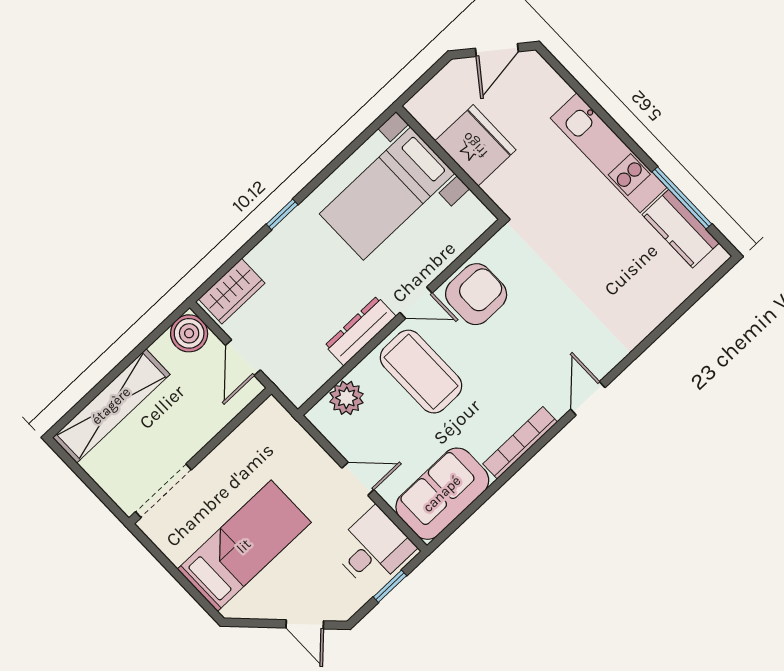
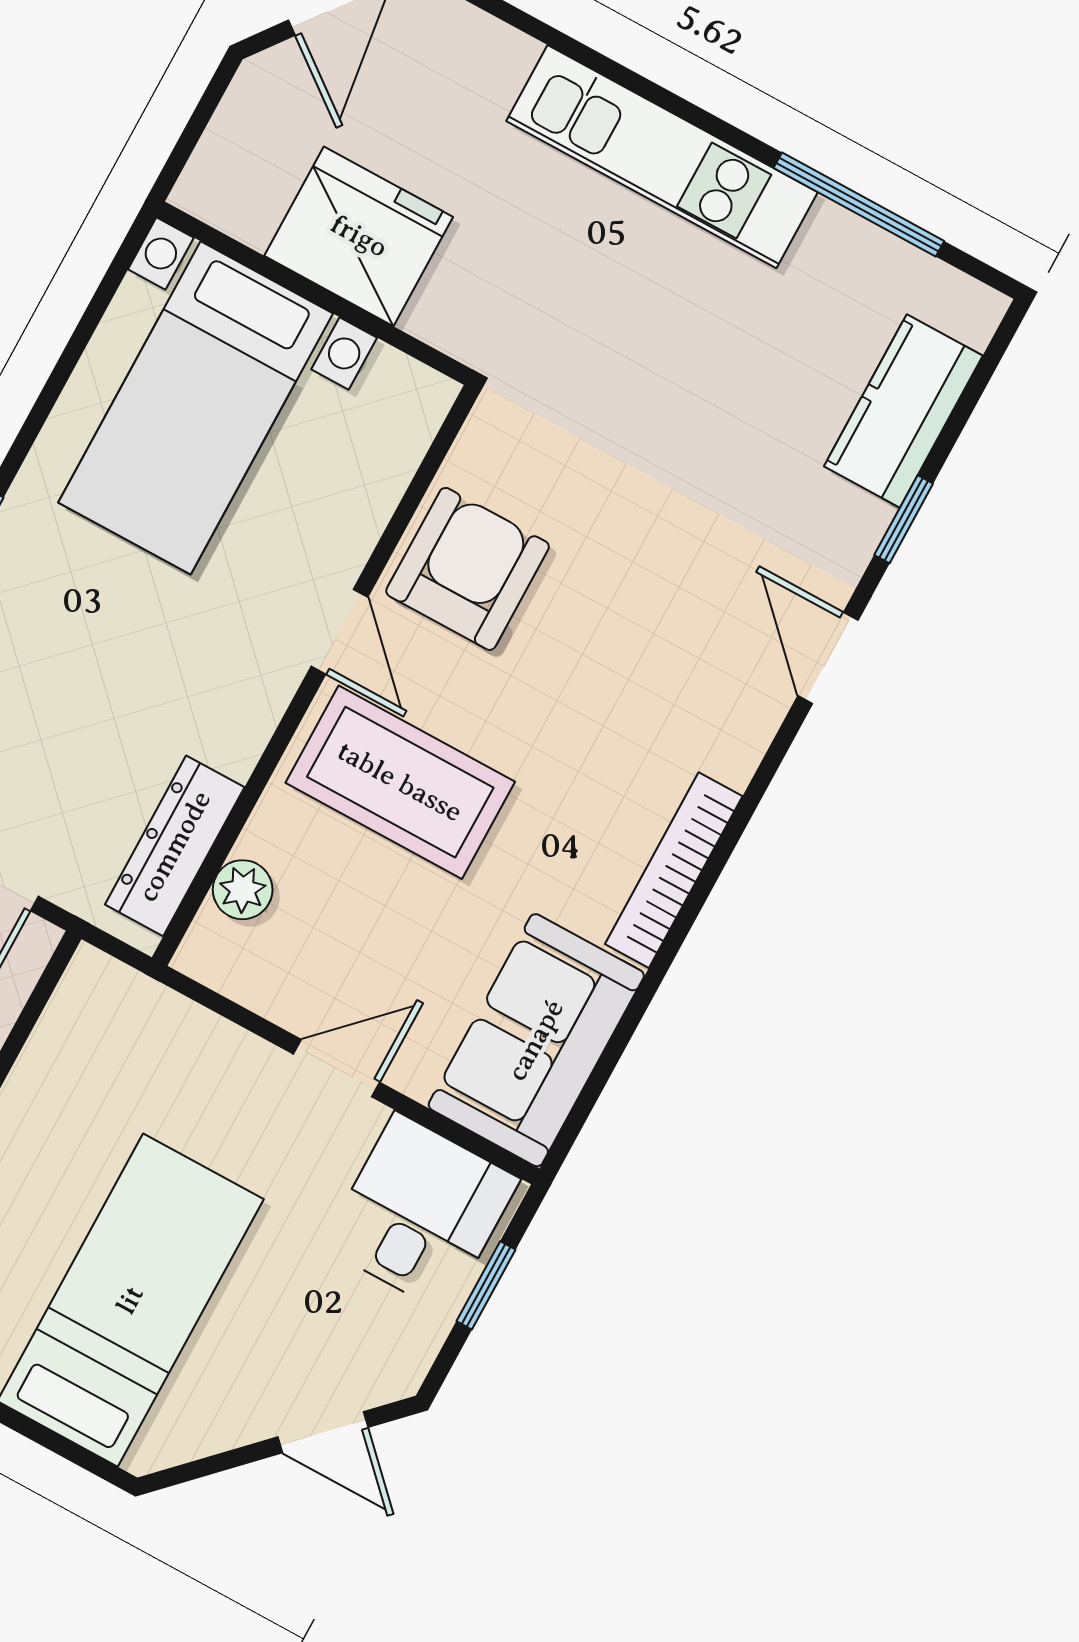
kitchen counter: (681, 229) -> (903, 411), moved, turned 90
door: (416, 303) -> (339, 632), hinge flipped
dresser: (360, 331) -> (175, 846), moved
window: (659, 331) -> (904, 519), added
plant: (346, 398) -> (243, 890), width x0.73, depth x0.73
door: (588, 398) -> (828, 658), moved

